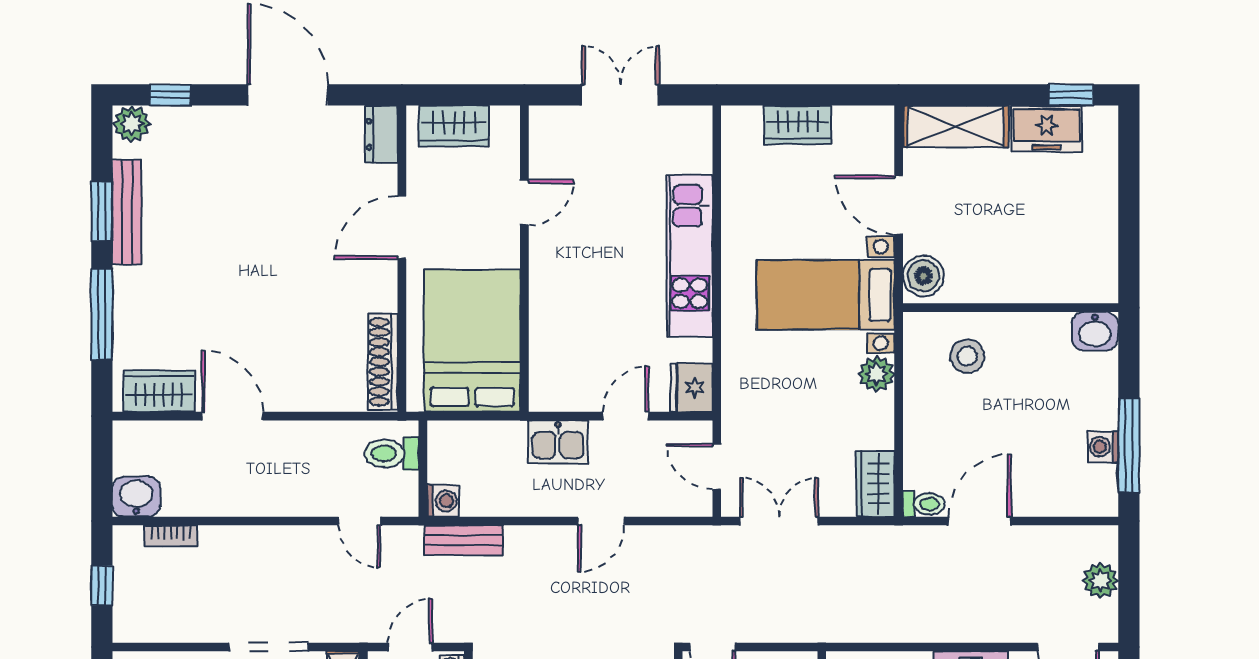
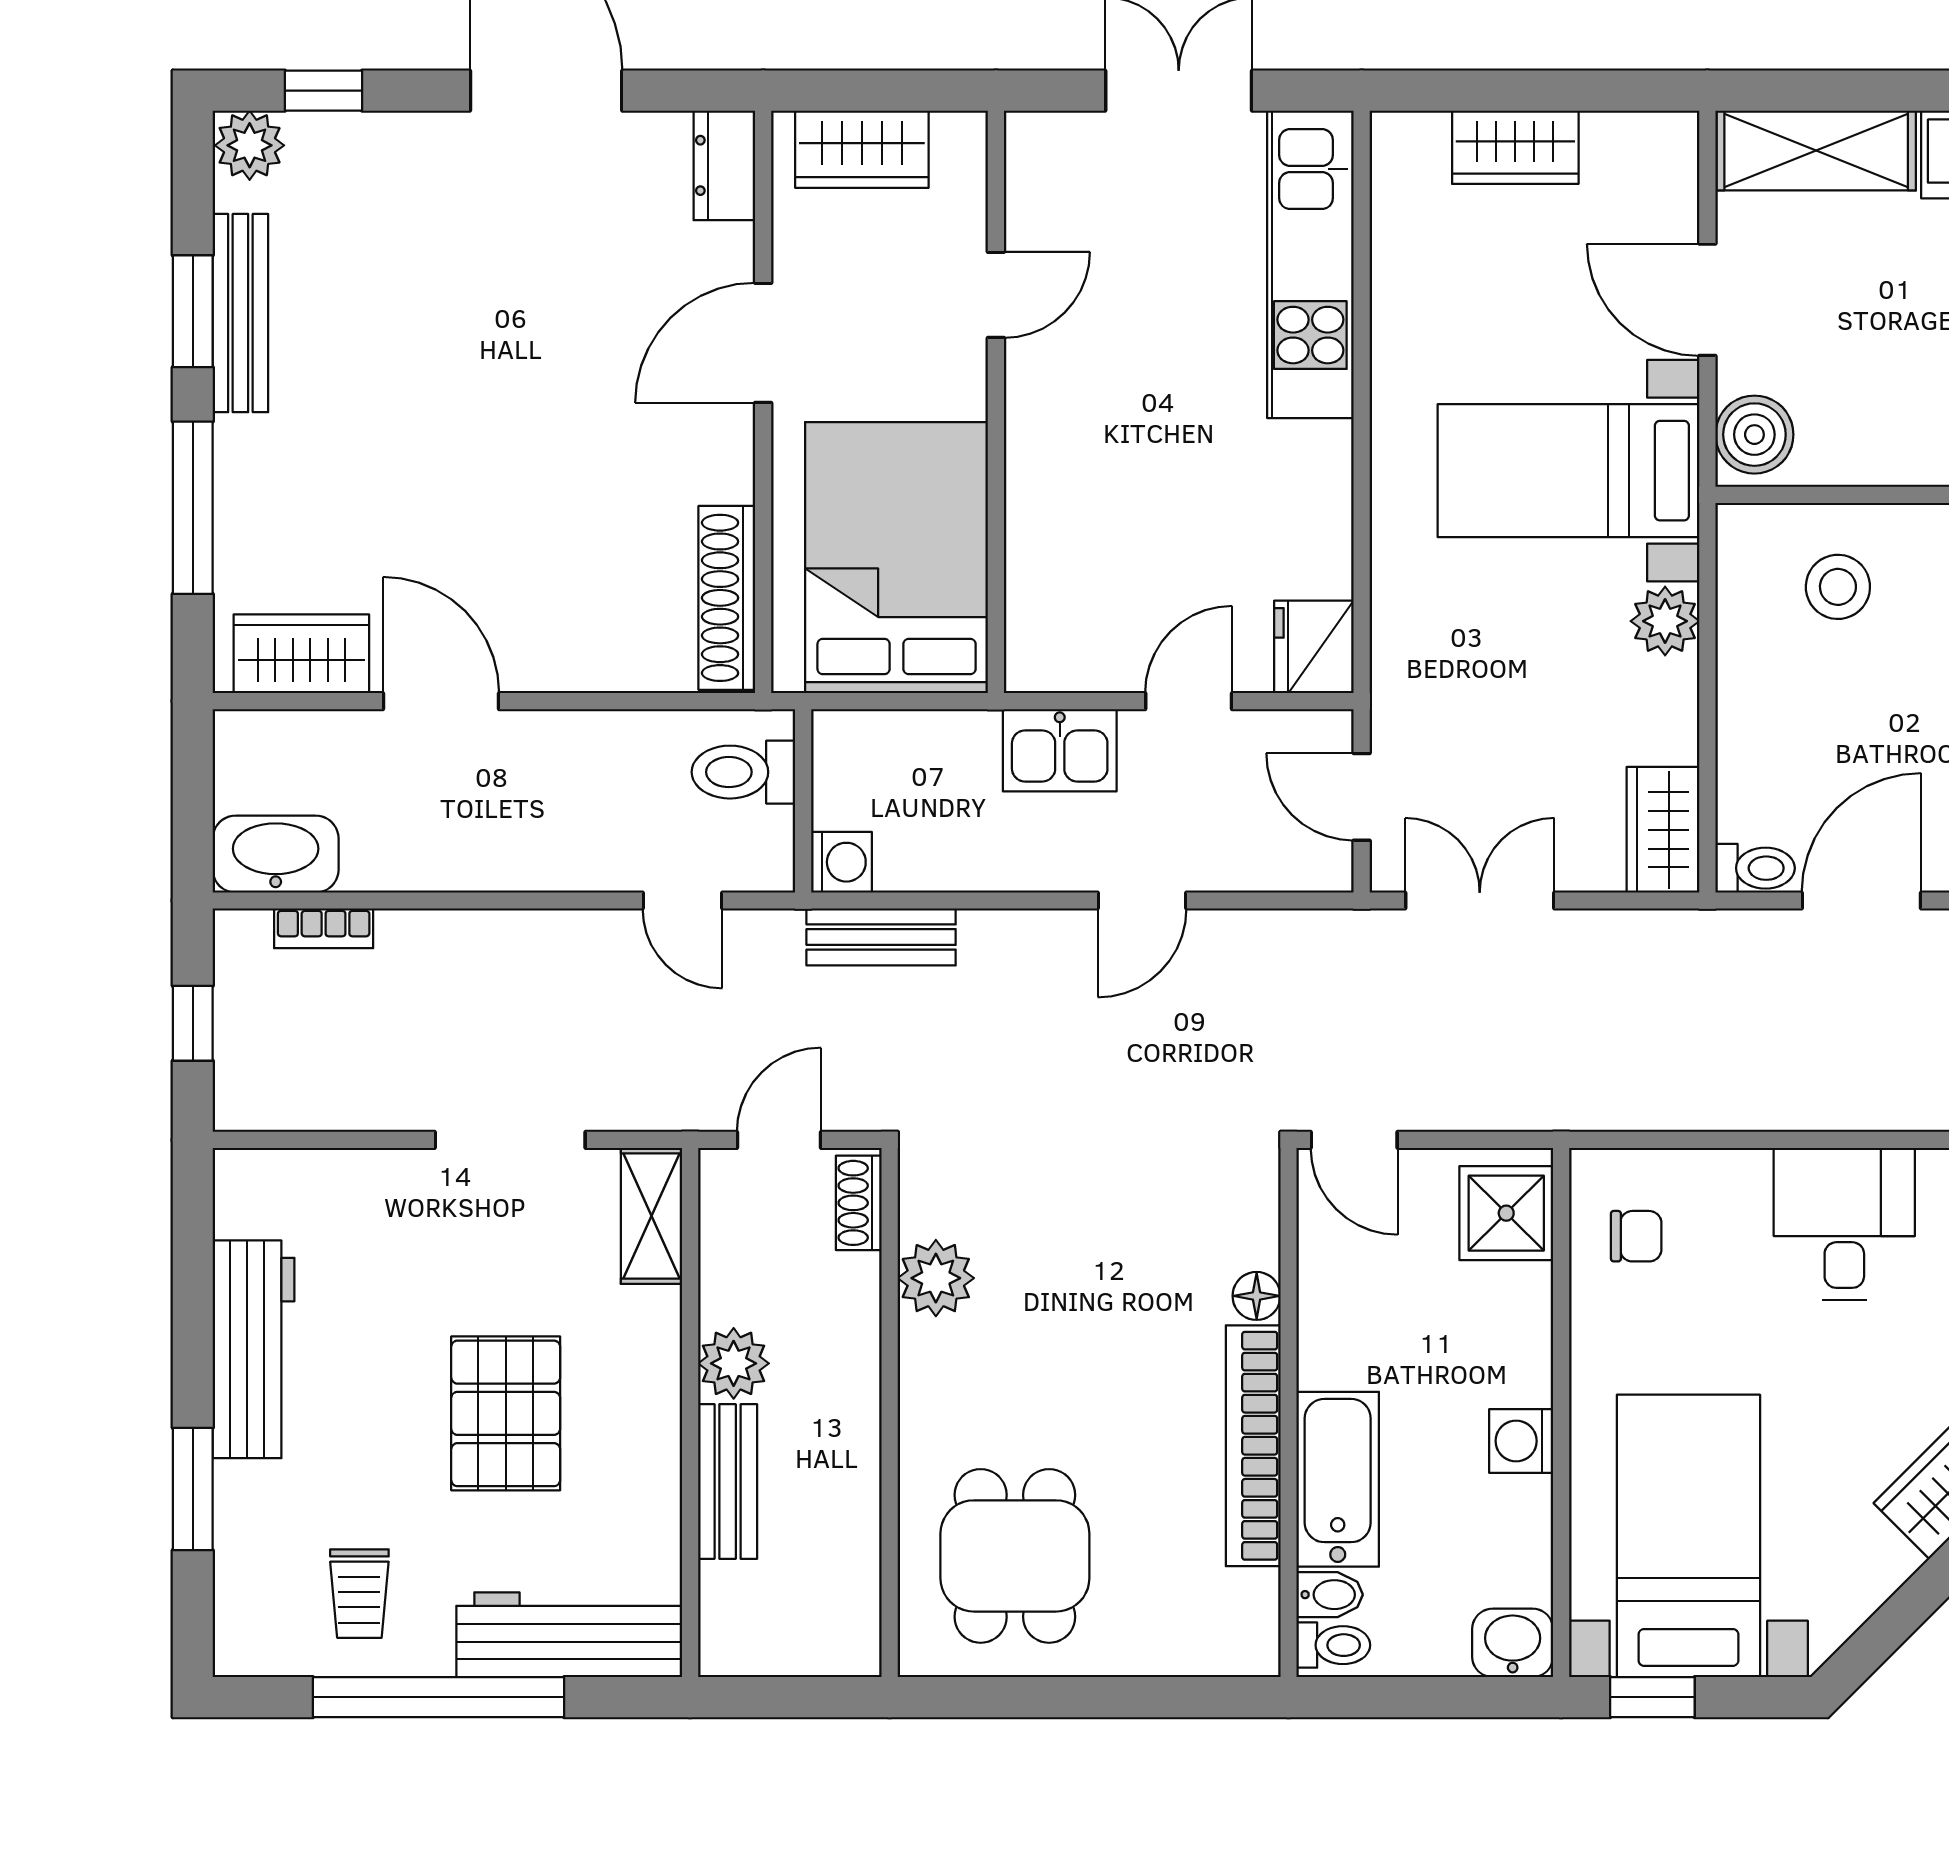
kitchen unit: (690, 256) -> (1310, 264), moved
washbasin: (136, 497) -> (276, 854), width x1.38

